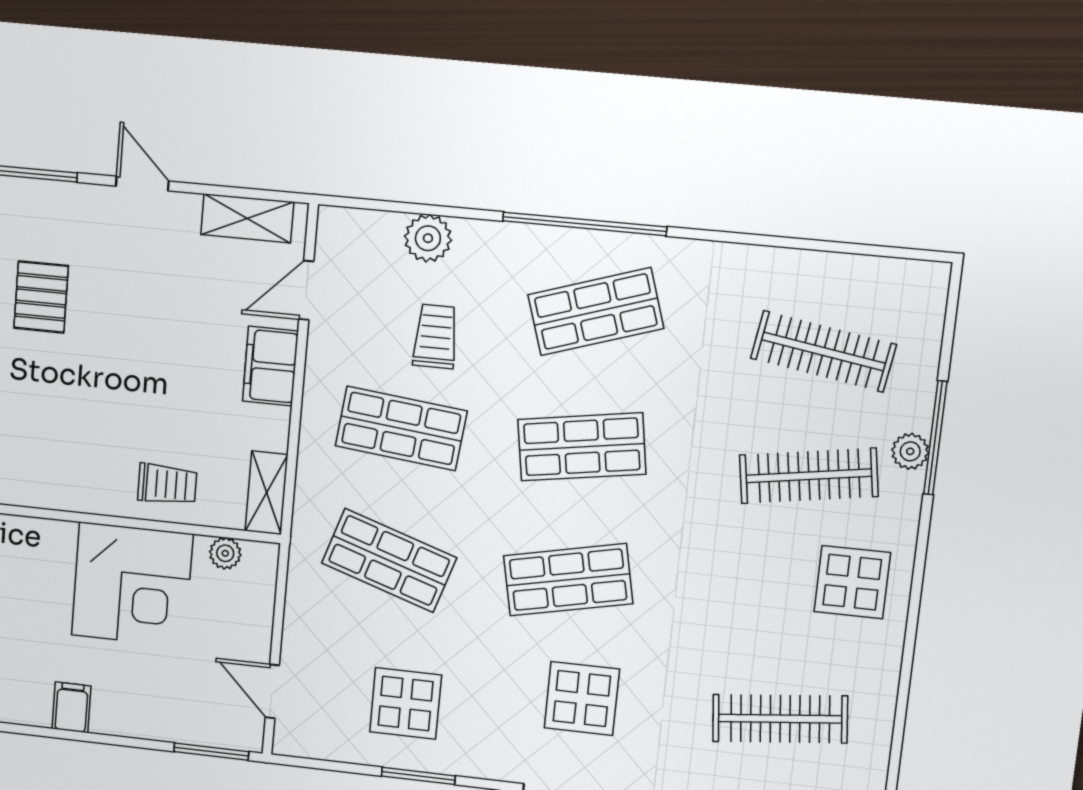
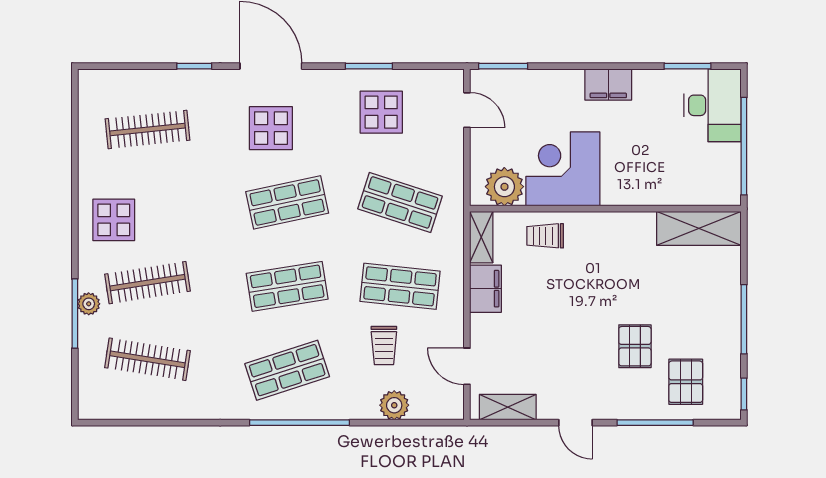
door: (306, 290) -> (467, 366), swing flipped
filing cabinet: (270, 366) -> (486, 289), moved
plant: (225, 553) -> (504, 187), width x1.88, depth x1.88
filing cabinet: (72, 707) -> (608, 84), width x2.00

